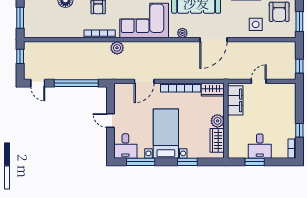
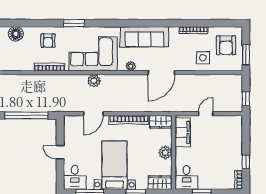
plant: (117, 48) -> (94, 81), moved
wardrobe: (217, 140) -> (160, 183), moved, turned 90
desk: (260, 146) -> (186, 177), moved

